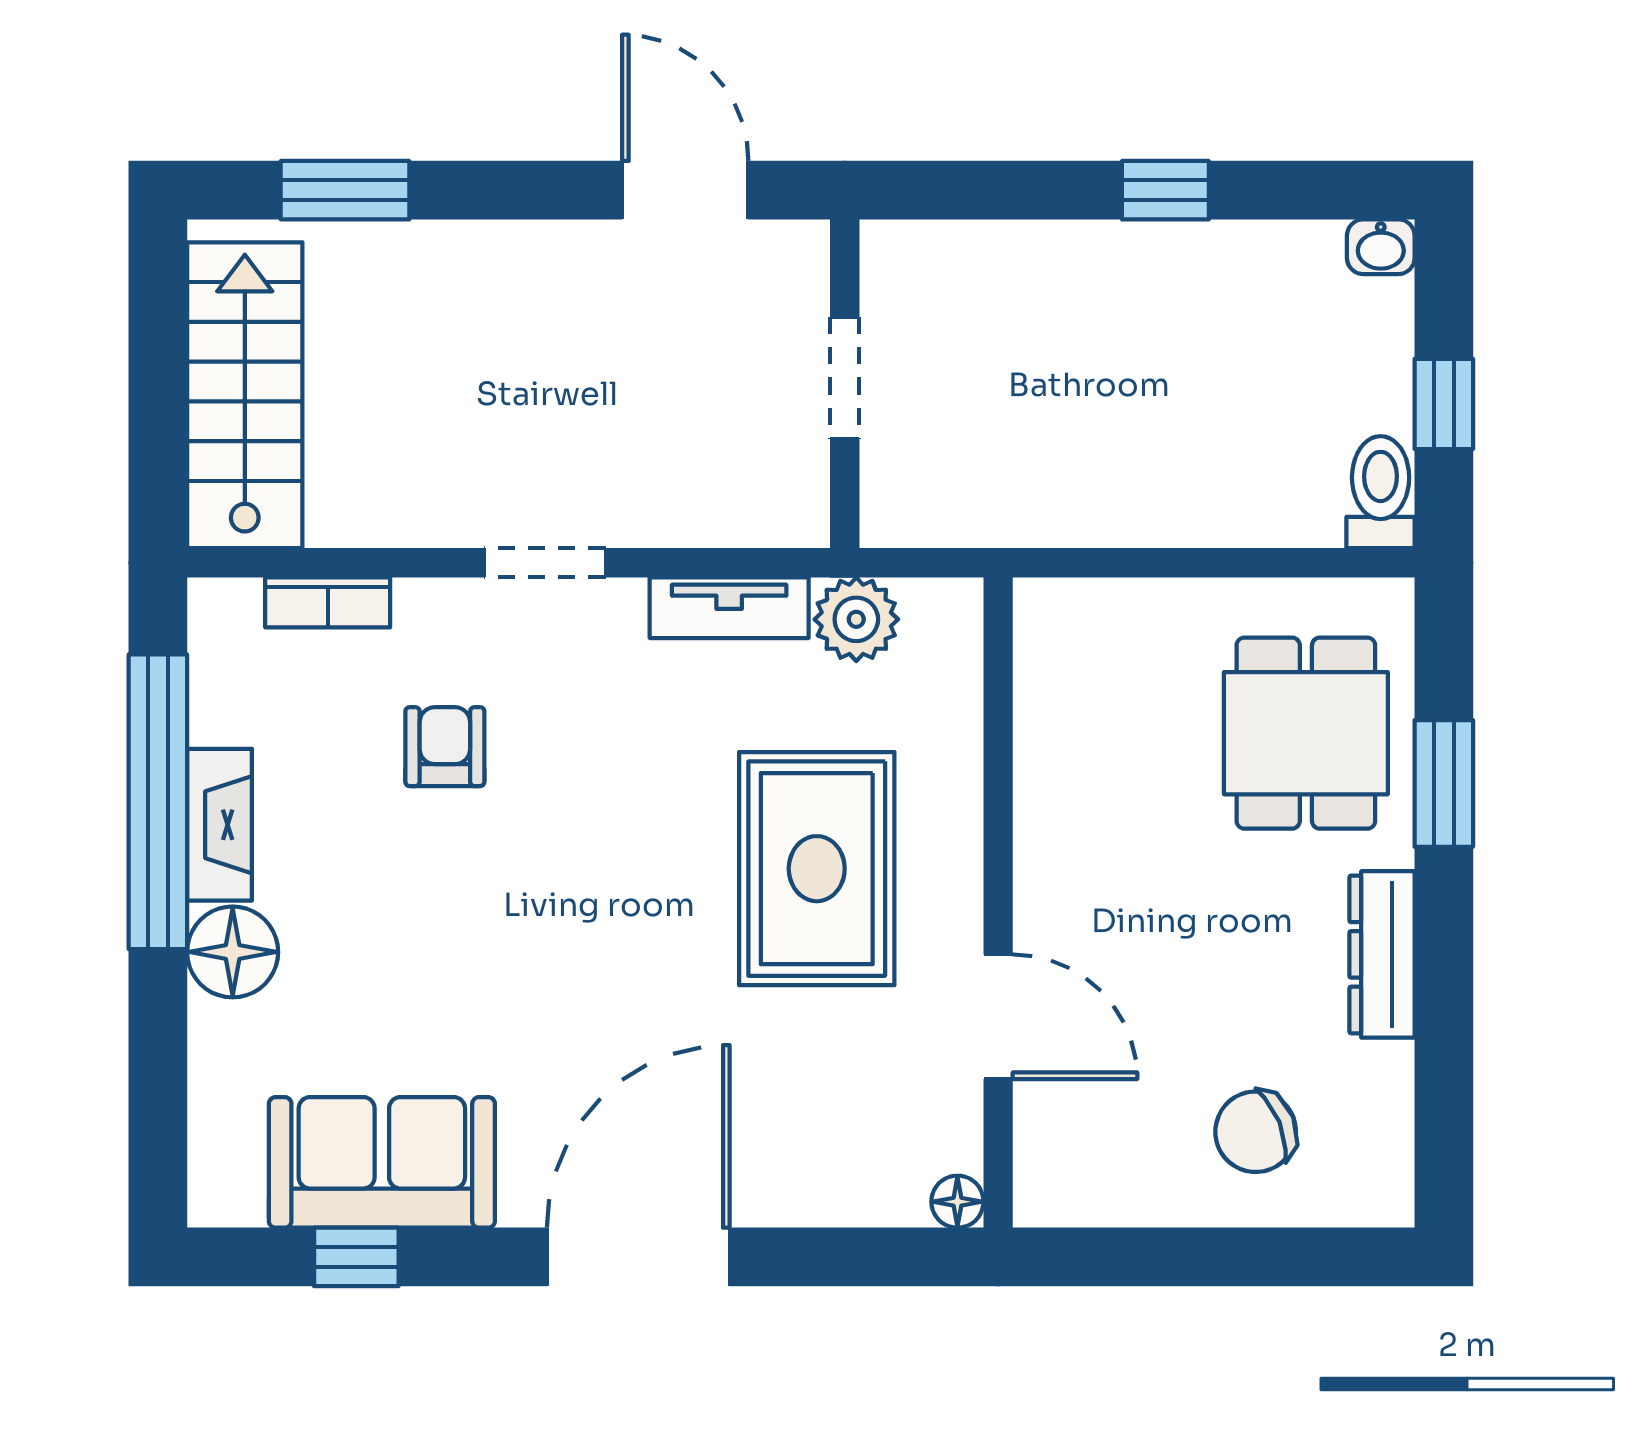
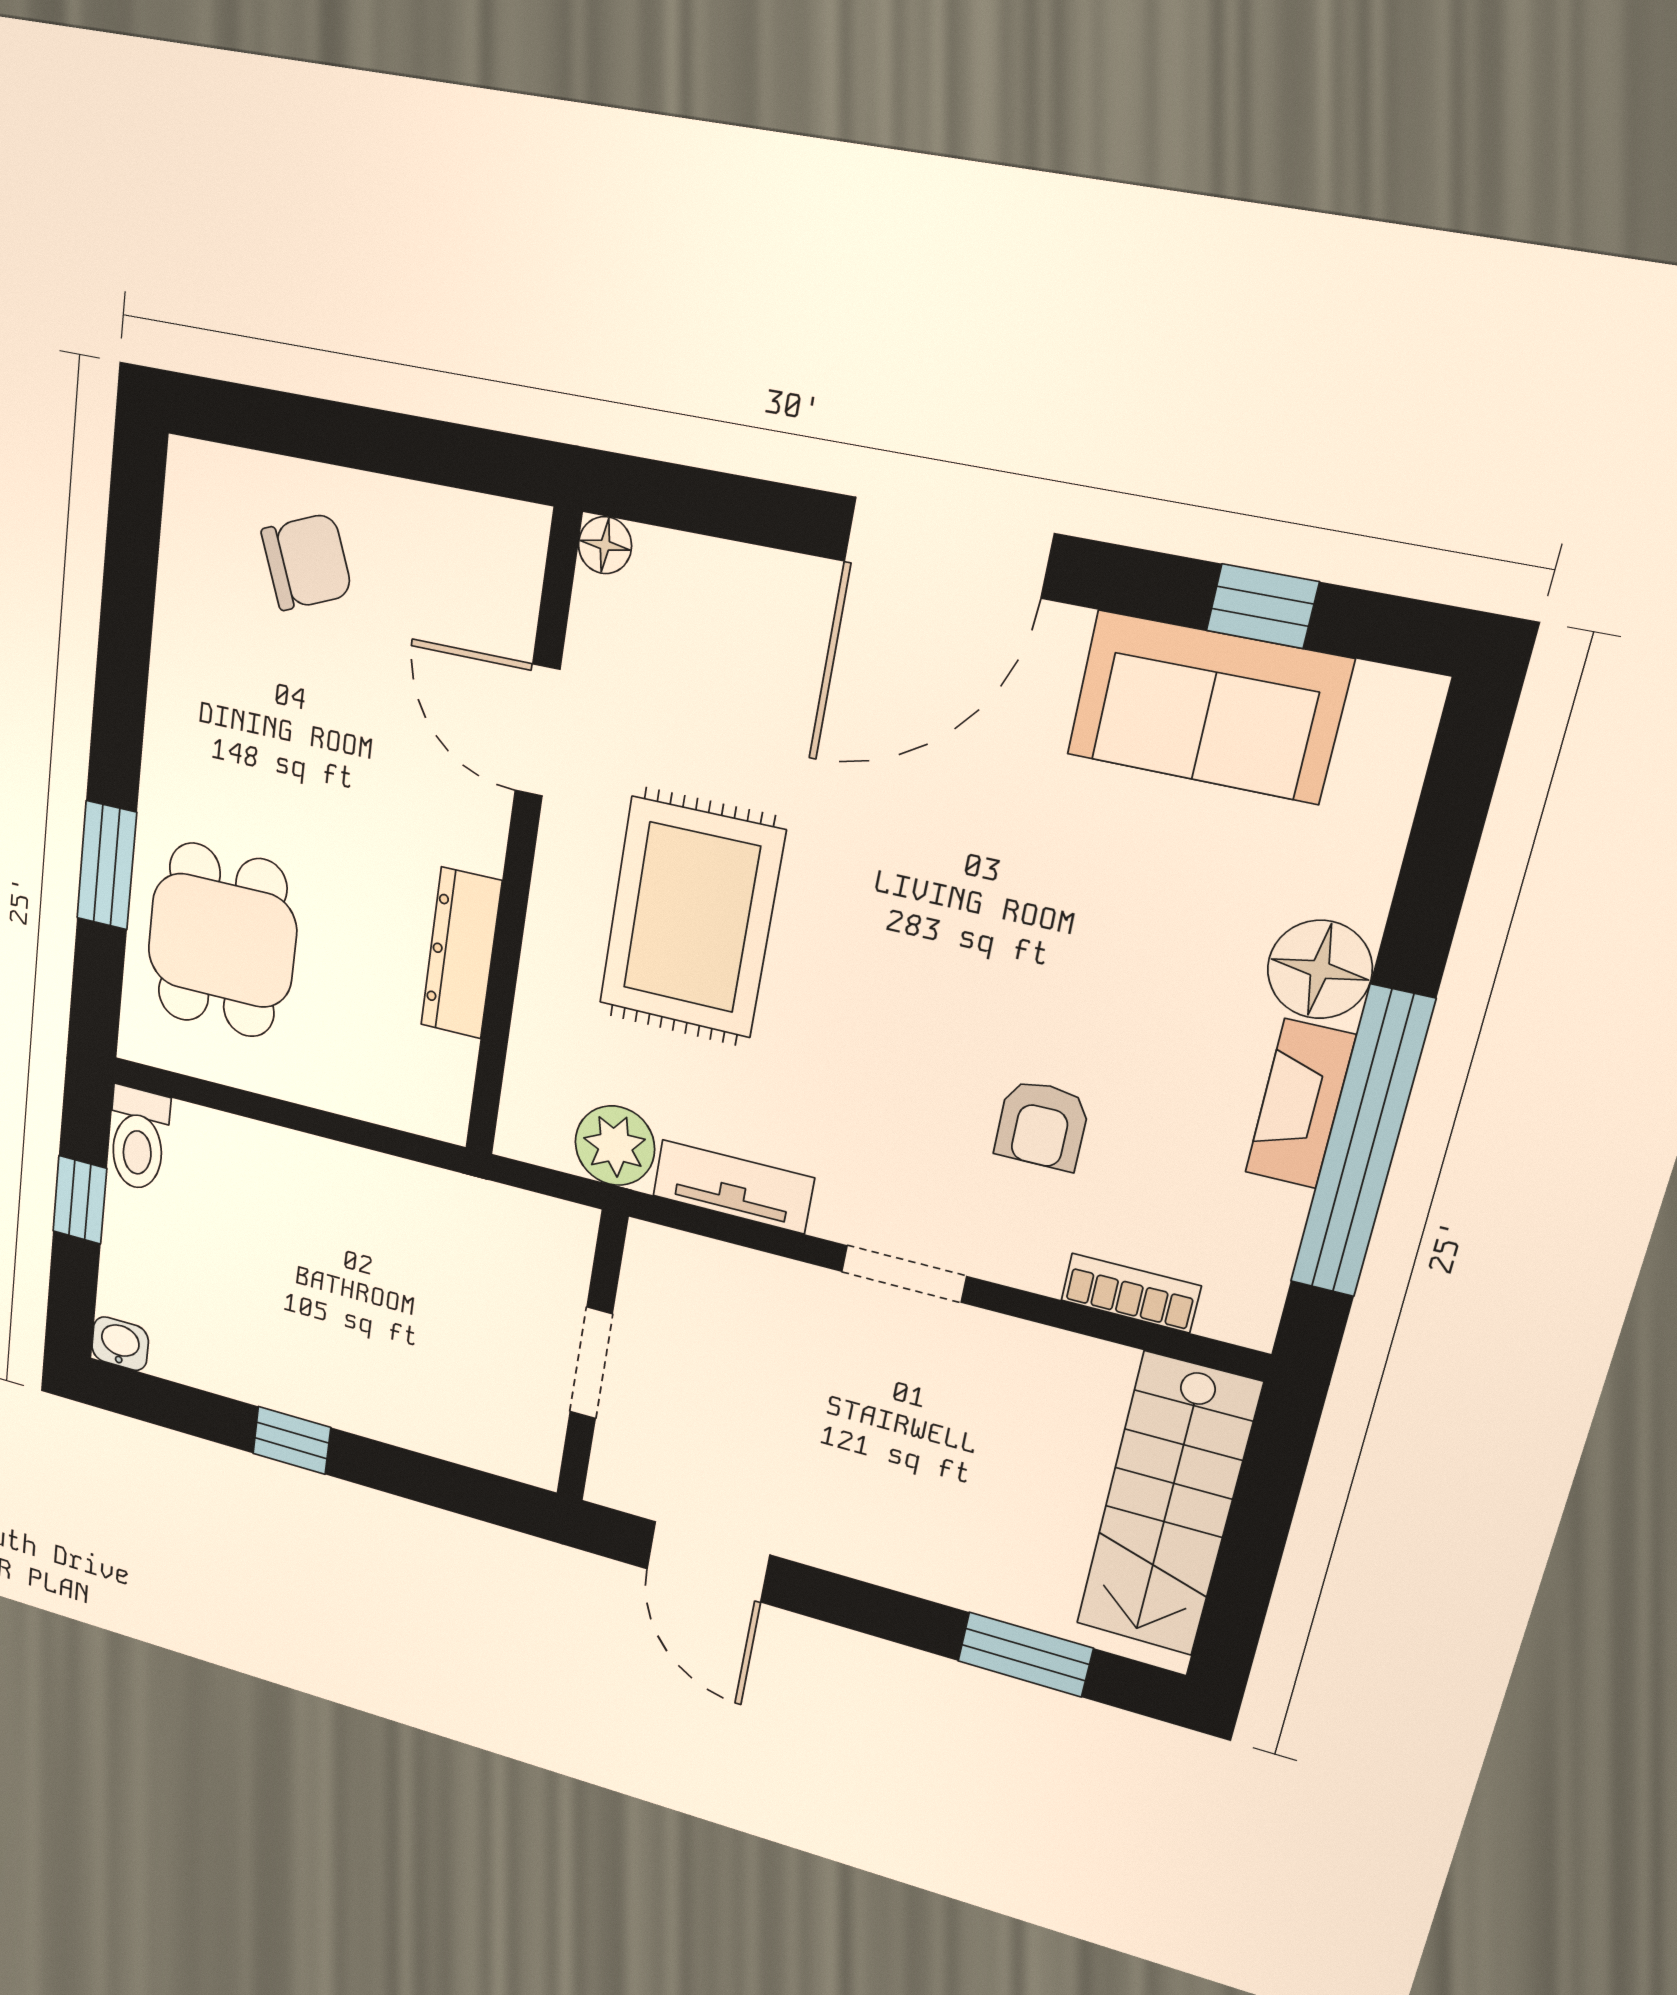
dresser: (1382, 954) -> (461, 953), moved, turned 180

